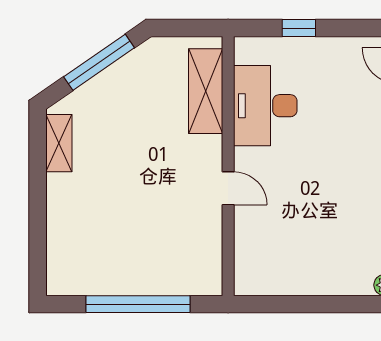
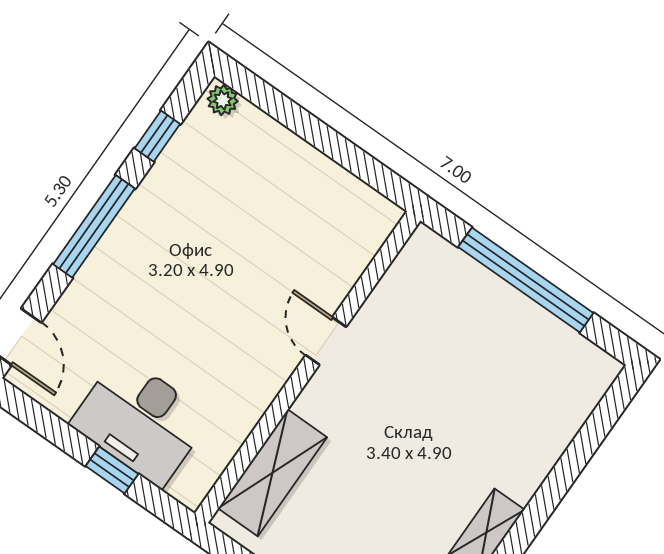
desk: (265, 106) -> (141, 421), moved, turned 90

